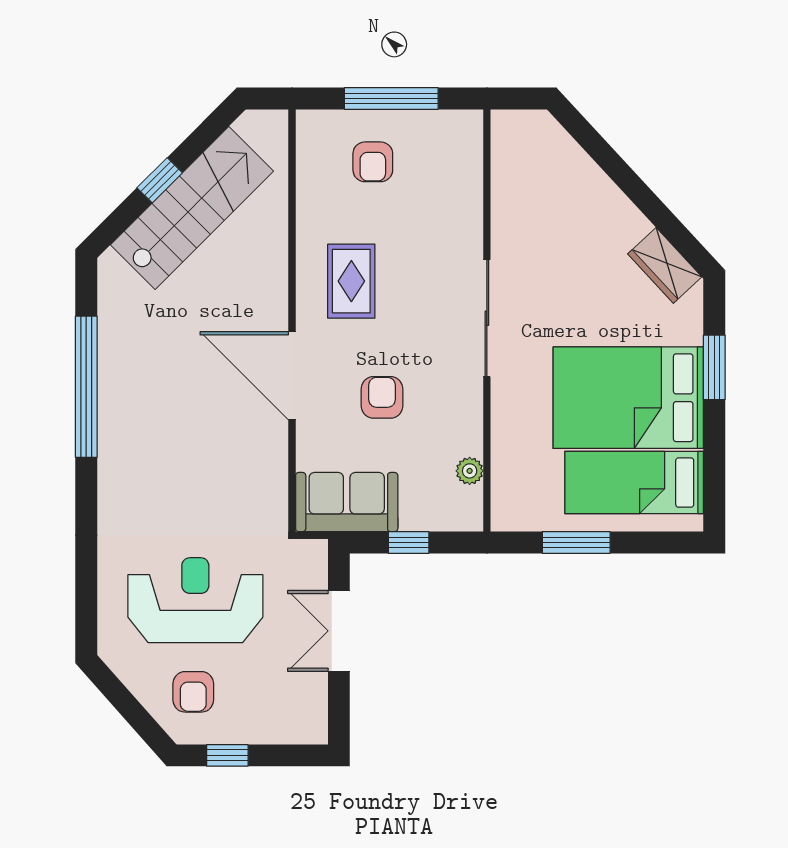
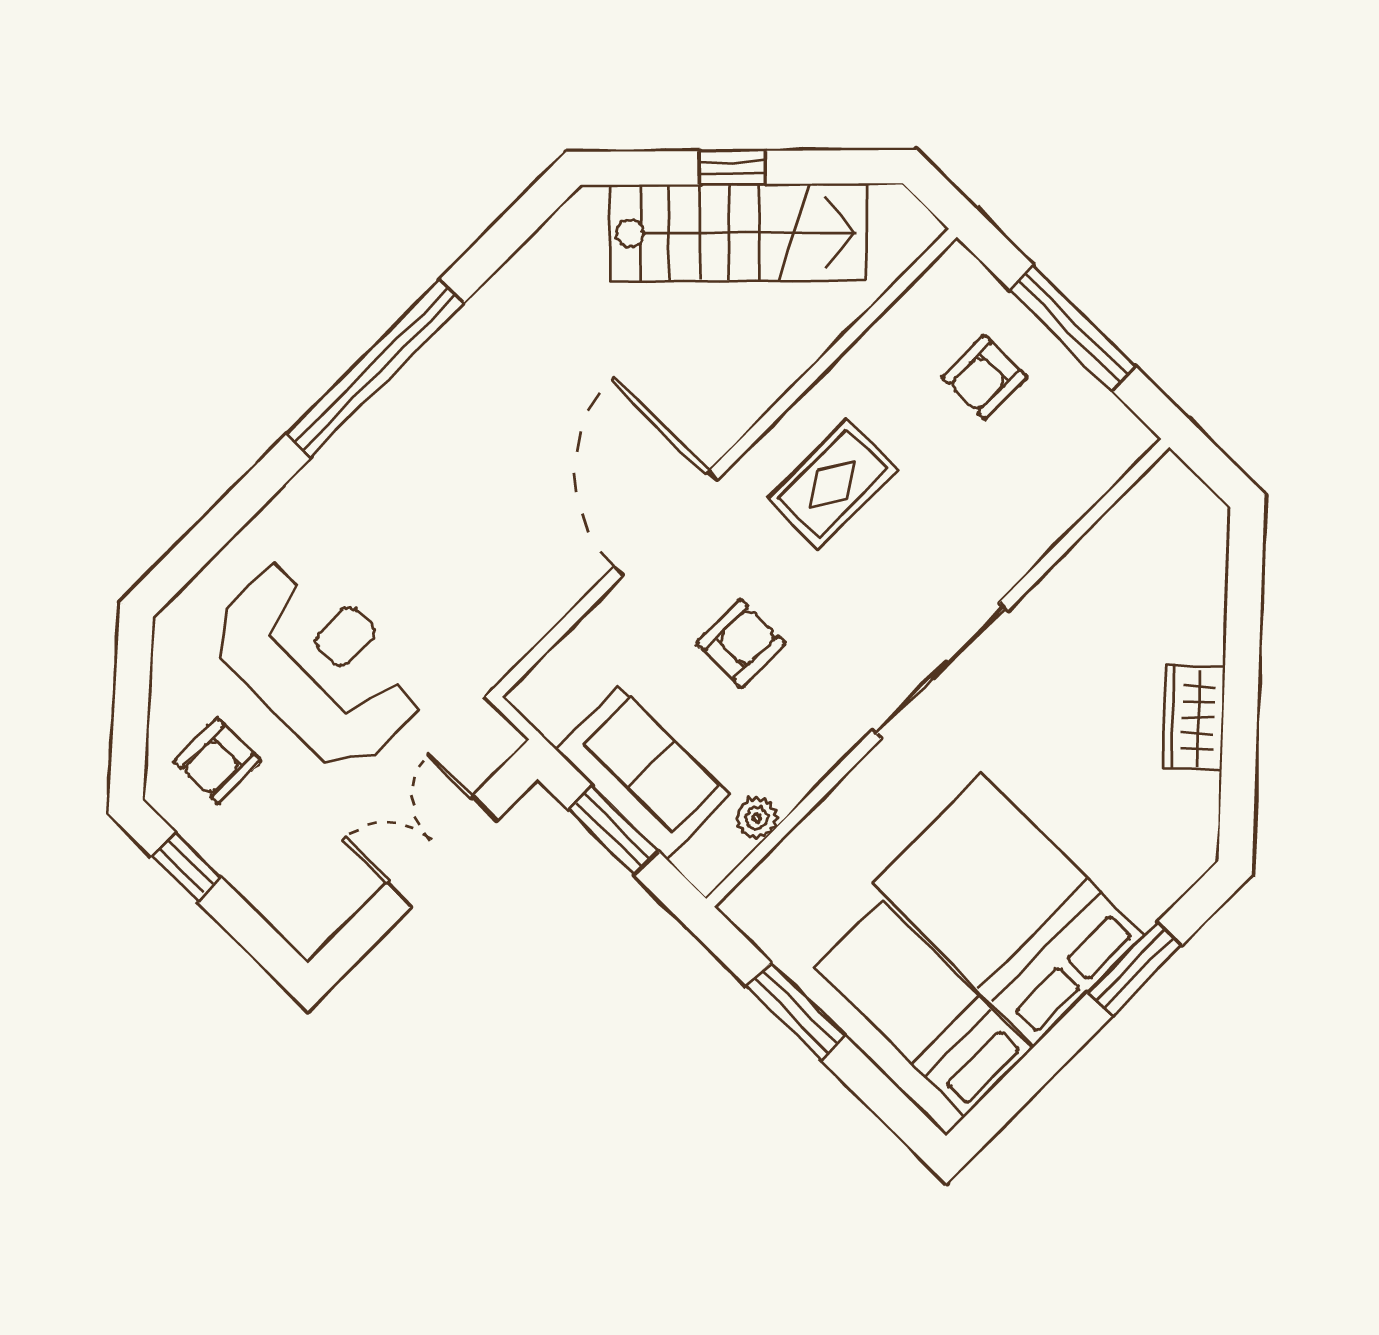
wardrobe: (665, 265) -> (1194, 718), moved
window: (86, 387) -> (375, 368), moved
sofa: (347, 502) -> (643, 773), moved
window: (409, 542) -> (613, 830), width x1.50

